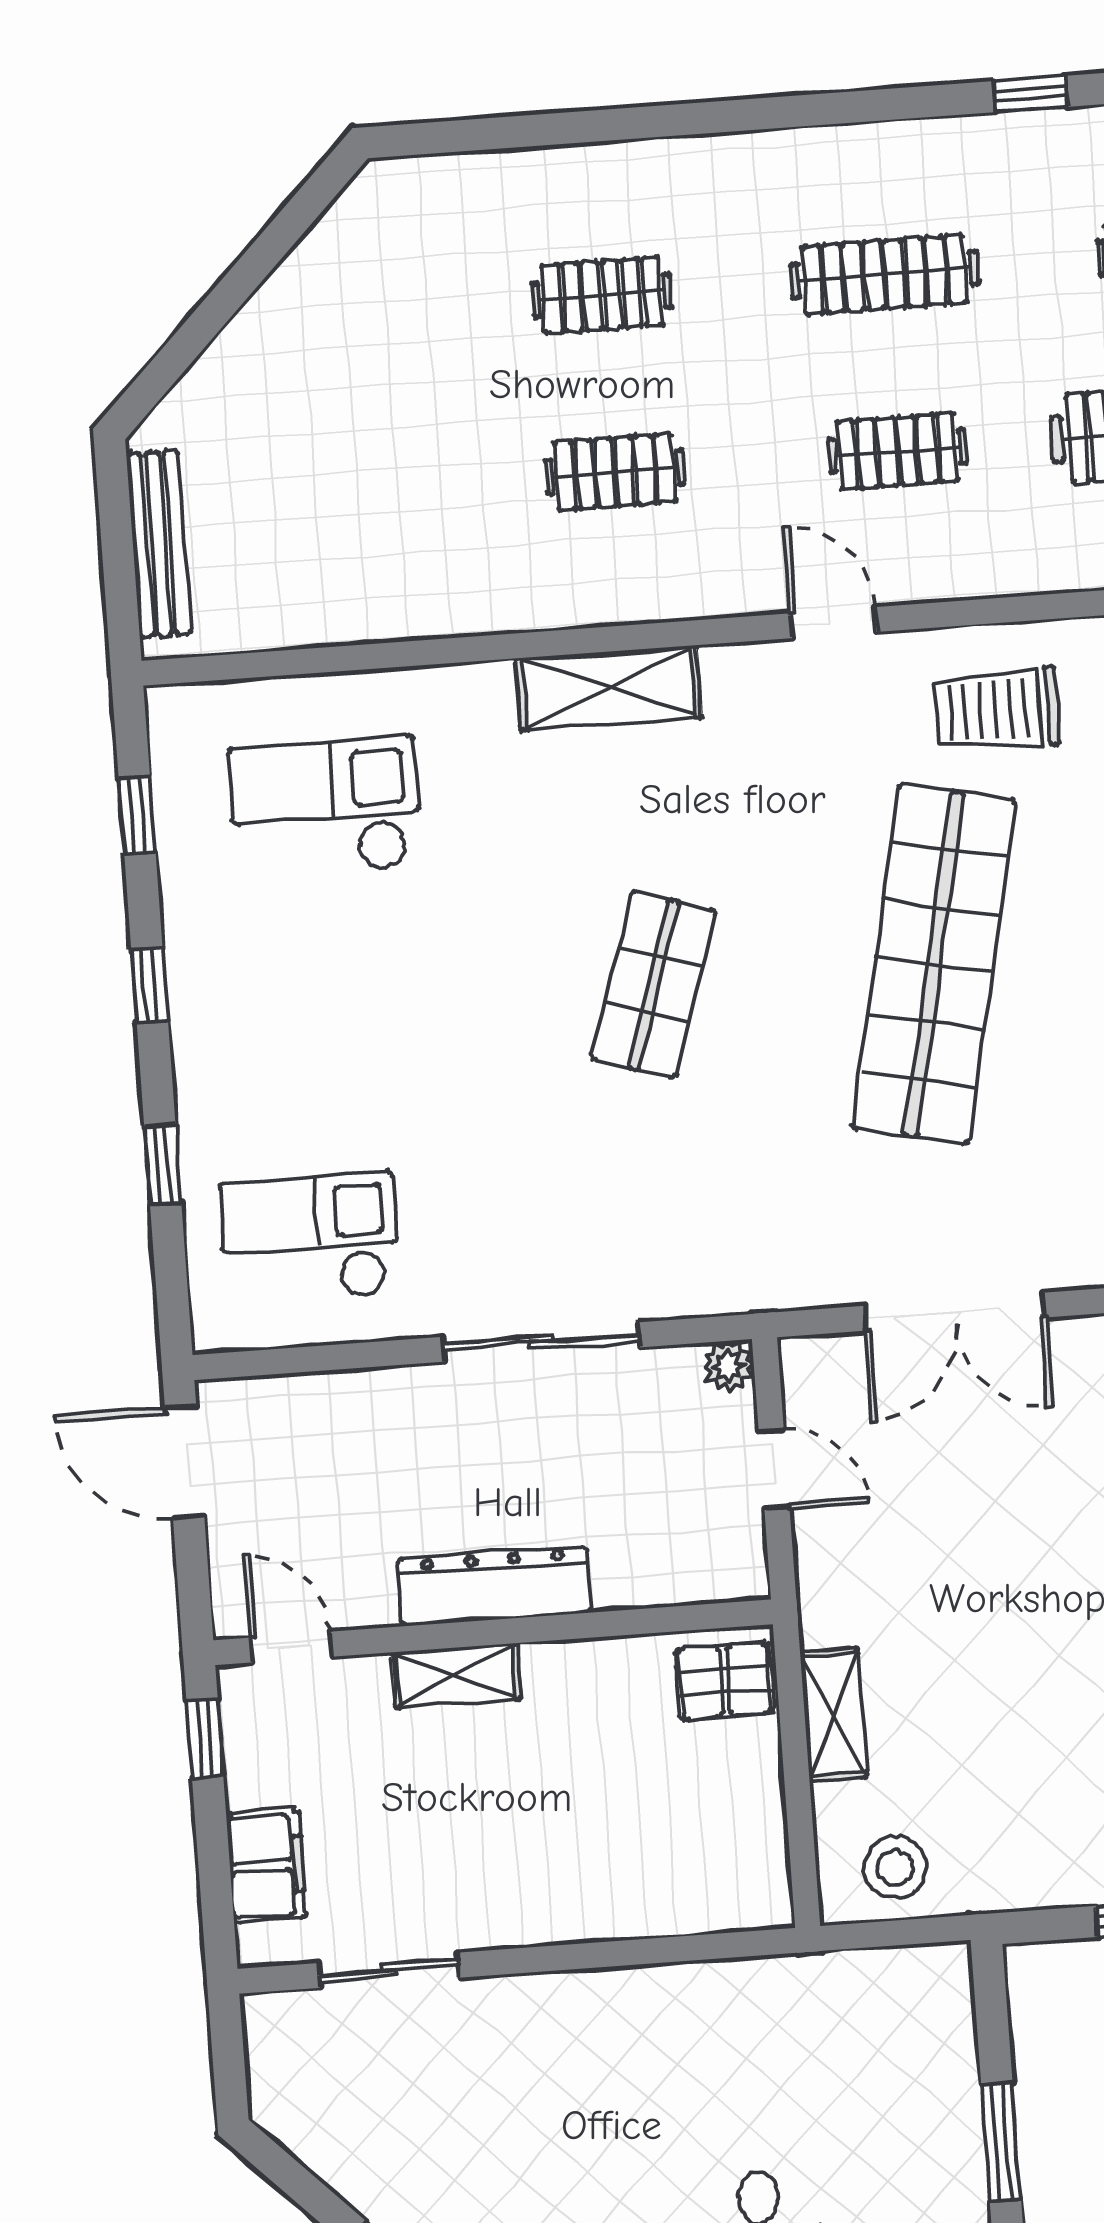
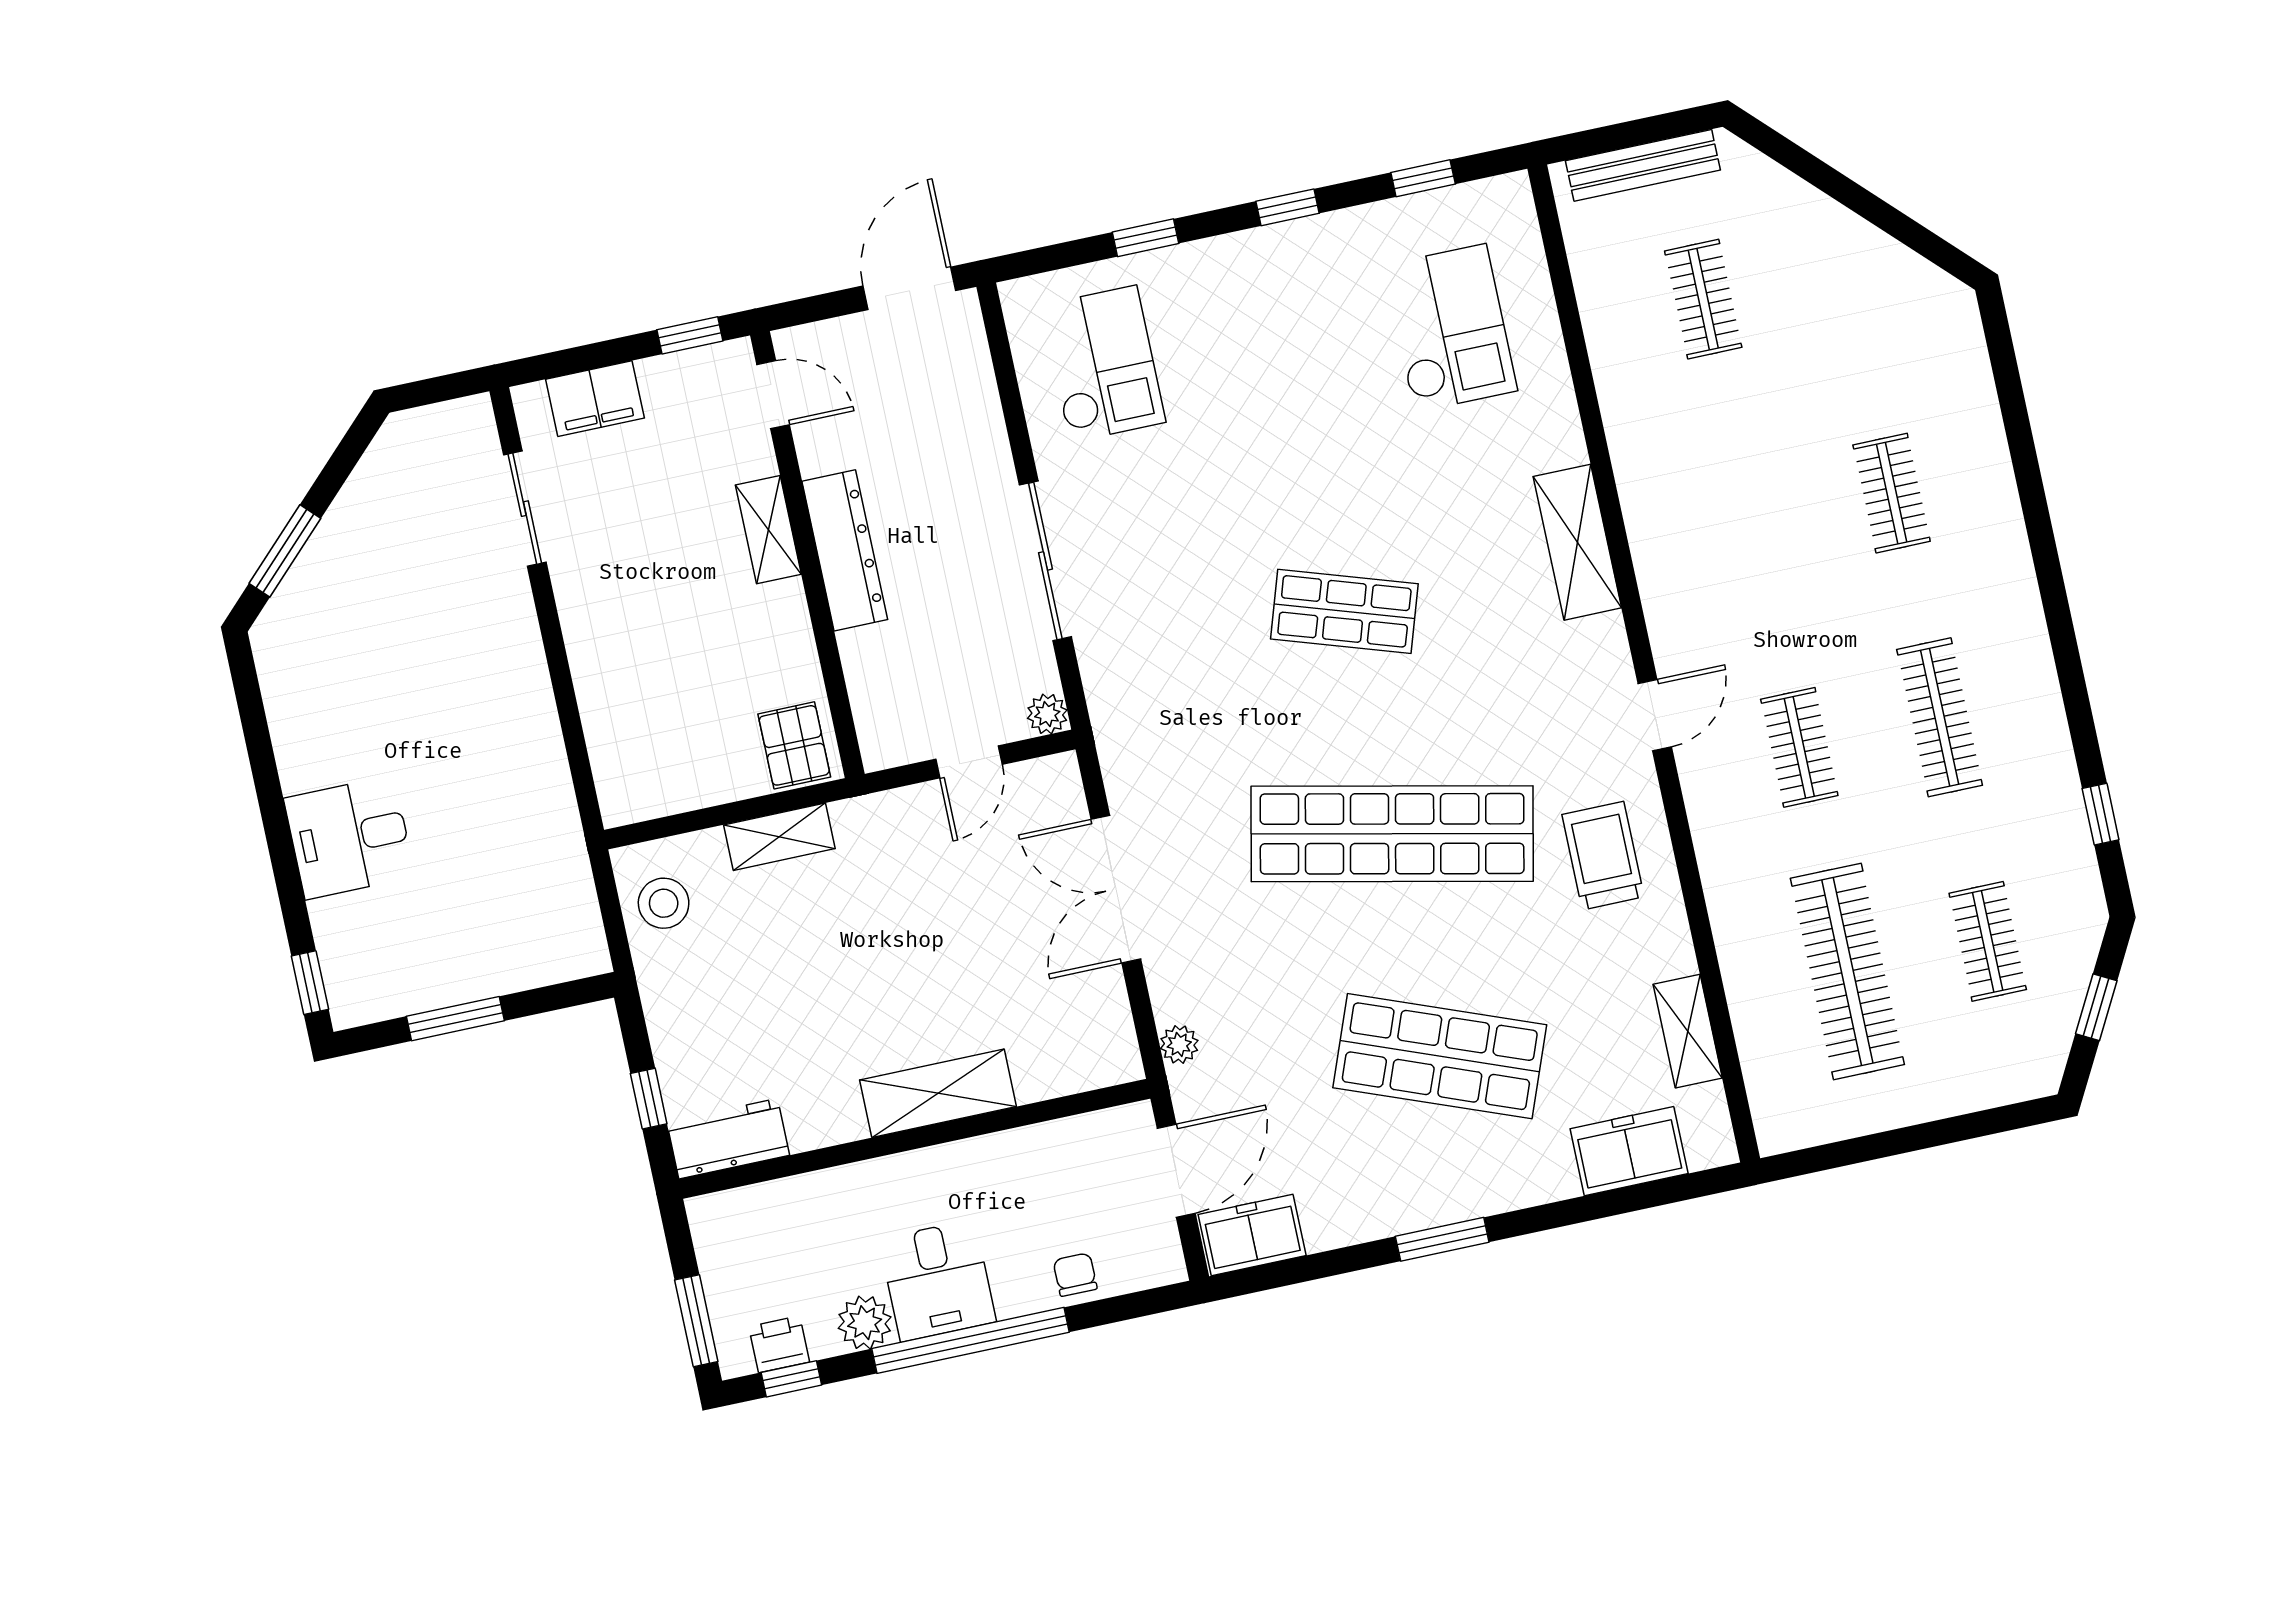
clothes rail: (615, 472) -> (1703, 299), moved
door: (291, 1647) -> (773, 395), hinge flipped

